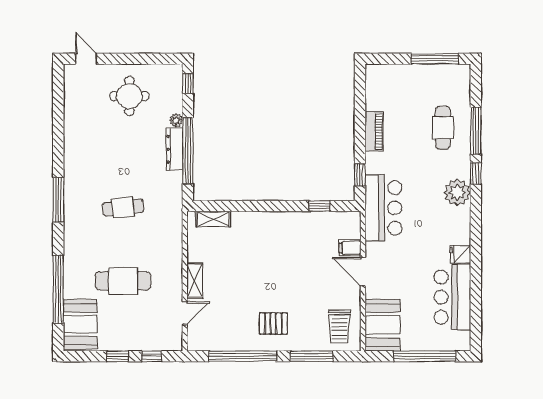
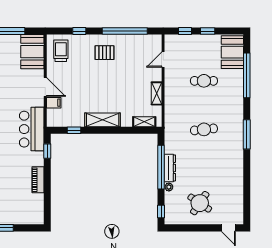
round table: (129, 96) -> (200, 203), turned 34
shelving: (276, 222) -> (103, 120), added
shelving: (195, 280) -> (157, 93), moved
cafe table: (123, 281) -> (204, 81), width x0.73, depth x0.74
window: (312, 356) -> (79, 31), width x0.46

